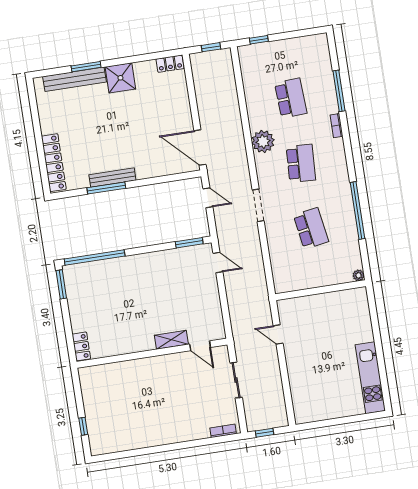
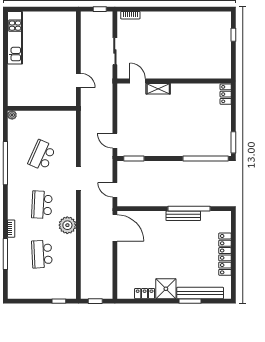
locker: (170, 64) -> (145, 294), moved
locker: (54, 163) -> (225, 254), moved
window: (106, 188) -> (189, 209), width x1.46
school desk: (311, 228) -> (42, 155), turned 33

